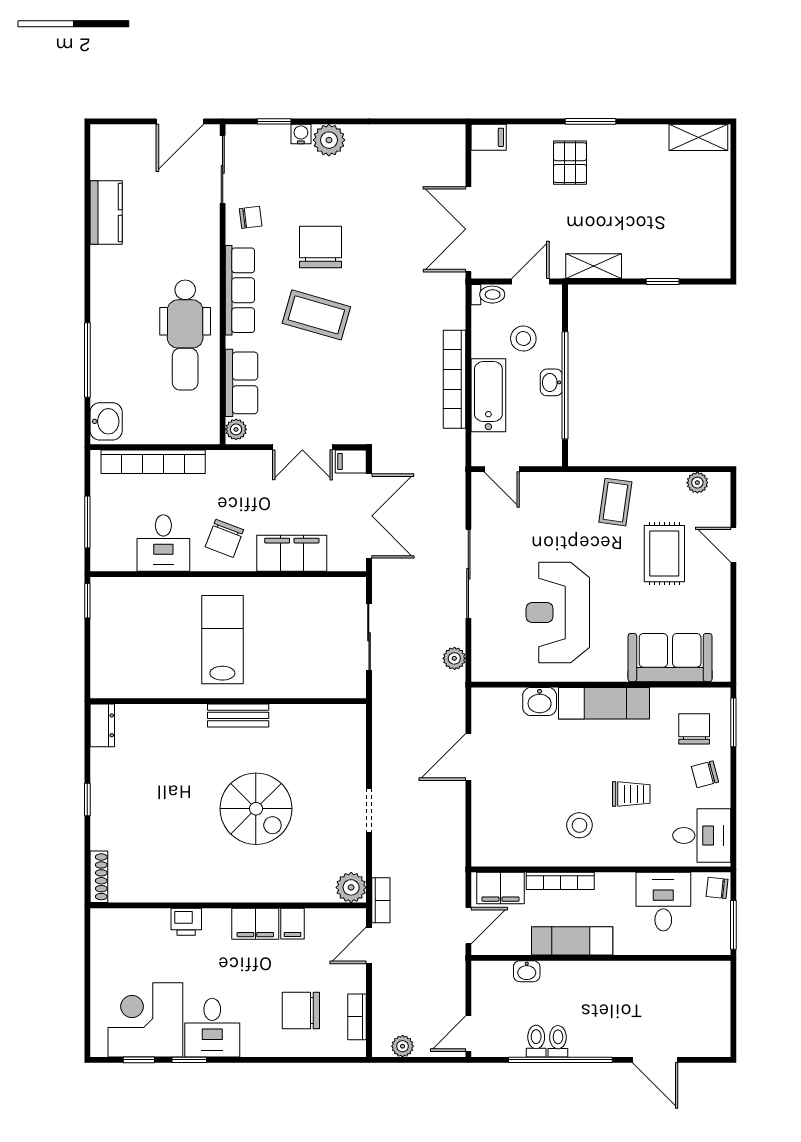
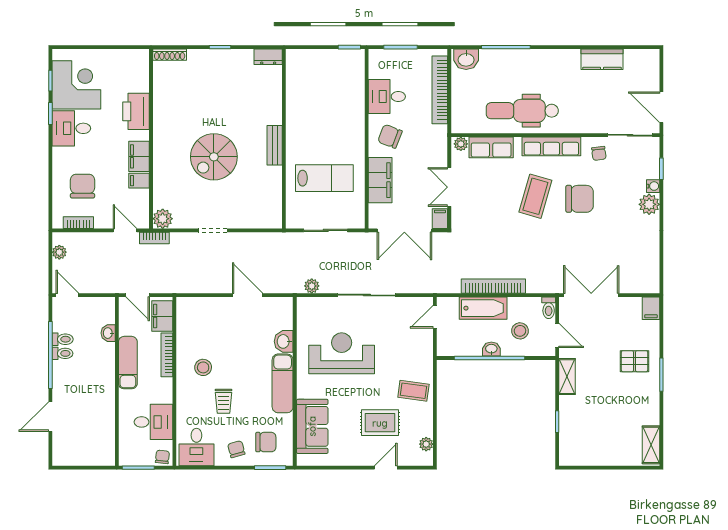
lab bench: (222, 640) -> (324, 178), moved
printer: (186, 922) -> (136, 111), width x1.87, depth x1.48

